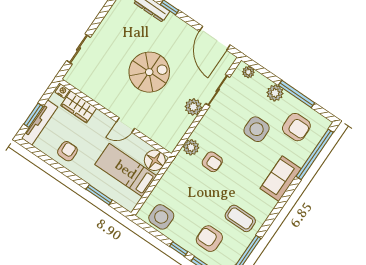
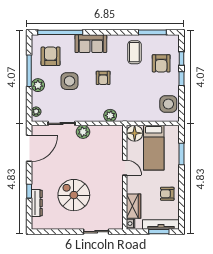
spiral stairs: (149, 72) -> (74, 195), moved
armchair: (212, 162) -> (103, 78), moved, turned 180

